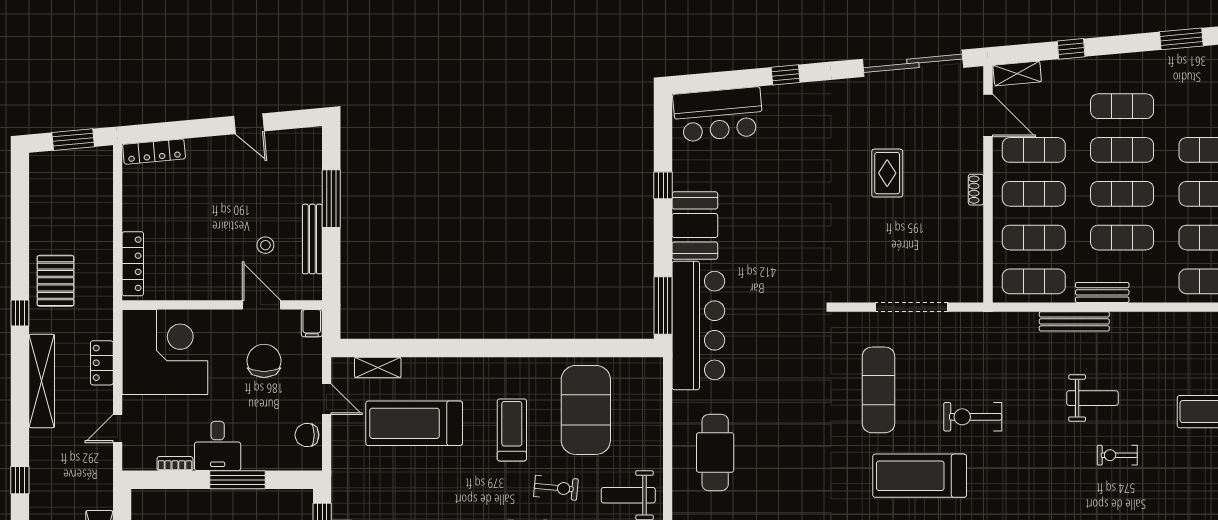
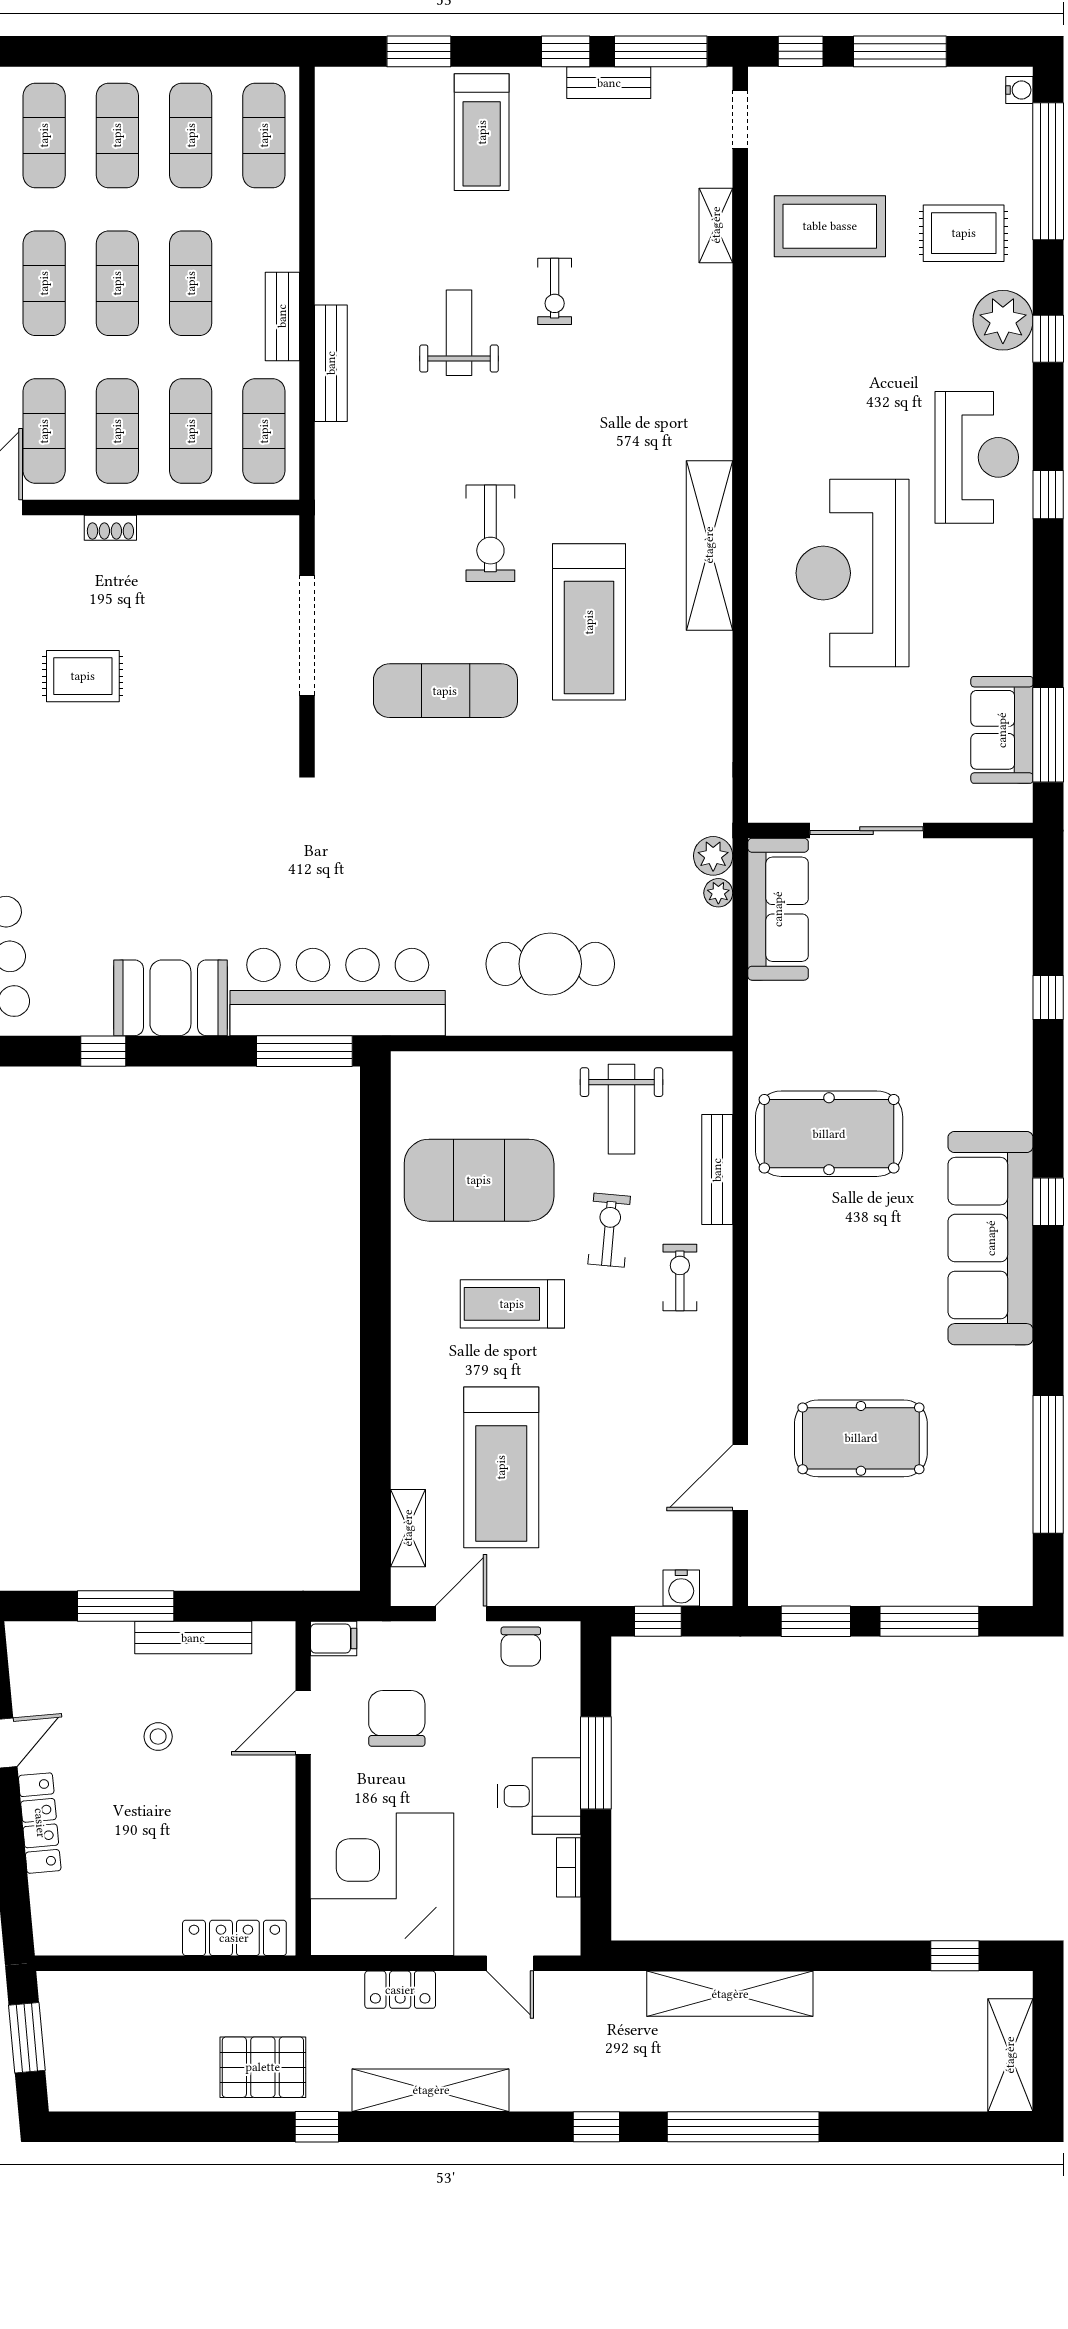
locker: (154, 152) -> (40, 1823), moved
stool: (265, 245) -> (158, 1737), moved
chair: (264, 361) -> (397, 1718), turned 90

